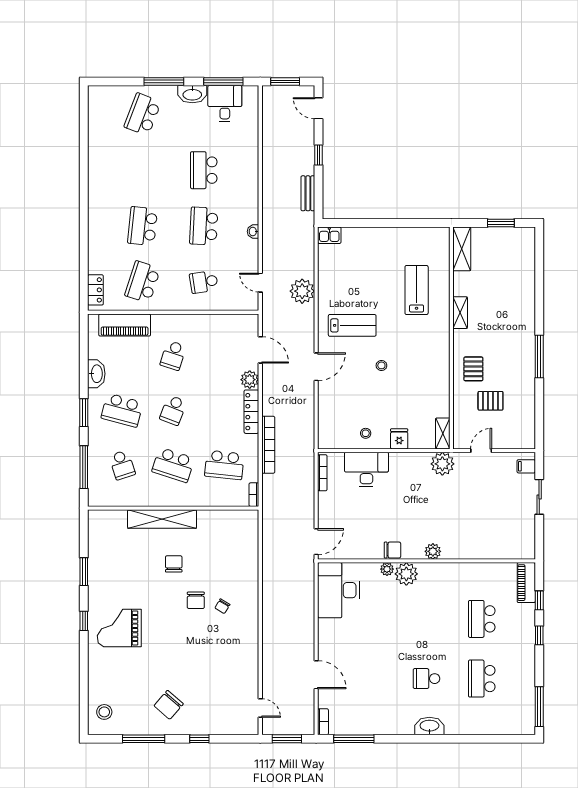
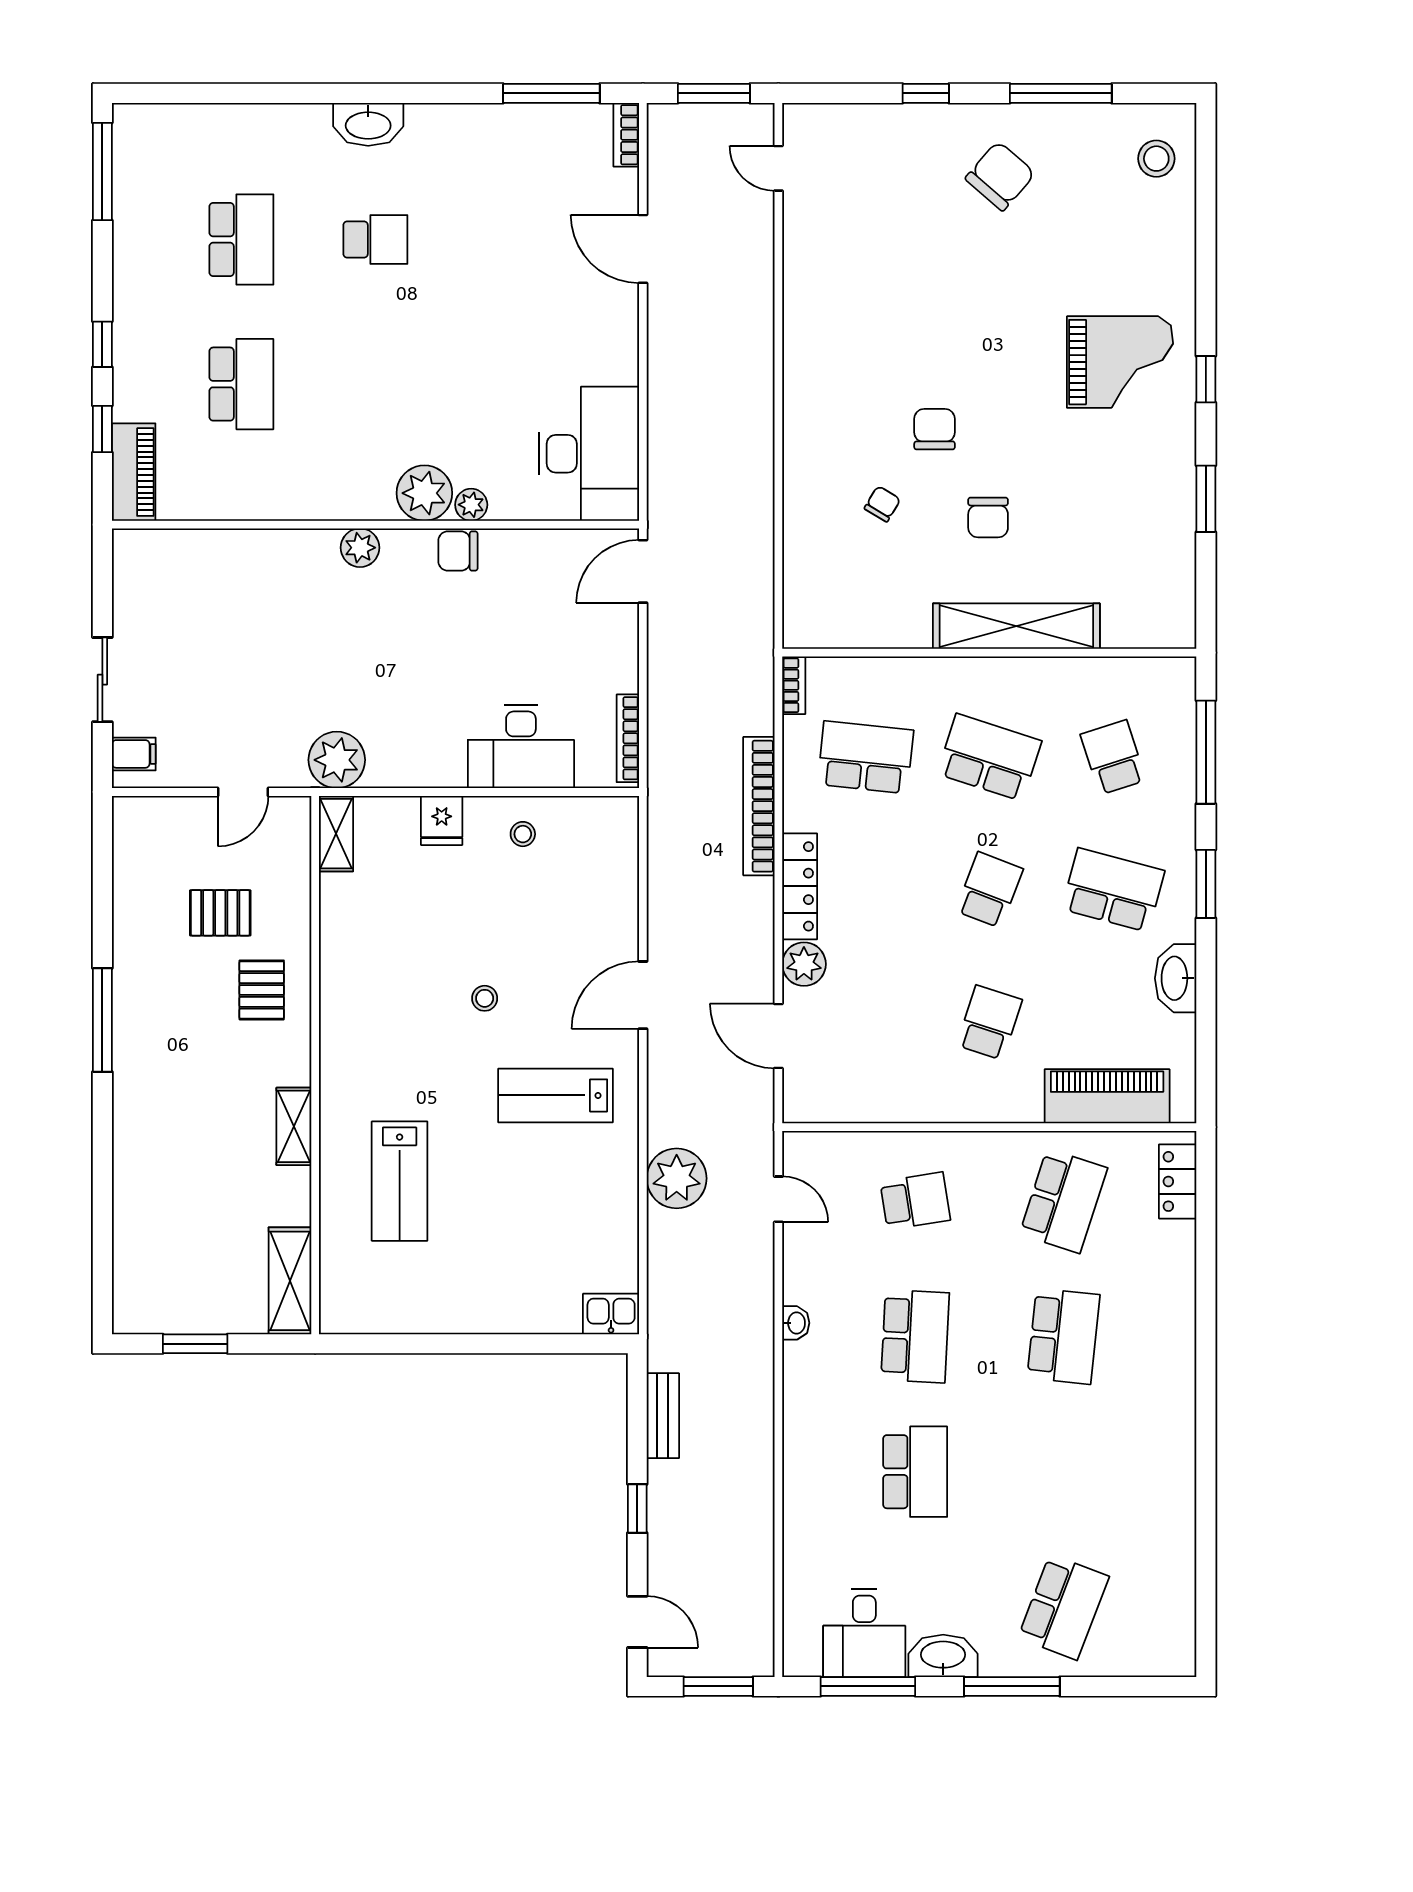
chair: (222, 606) -> (882, 504), moved

